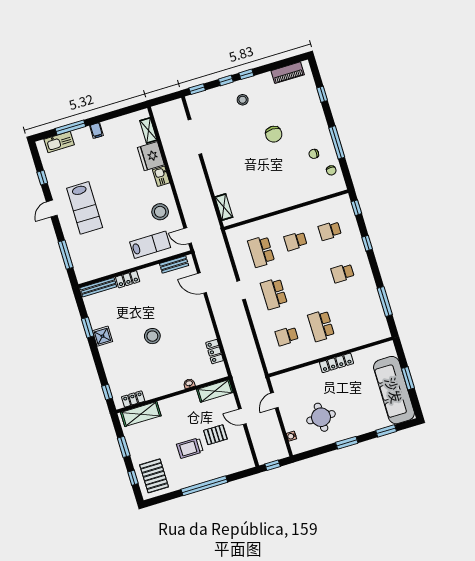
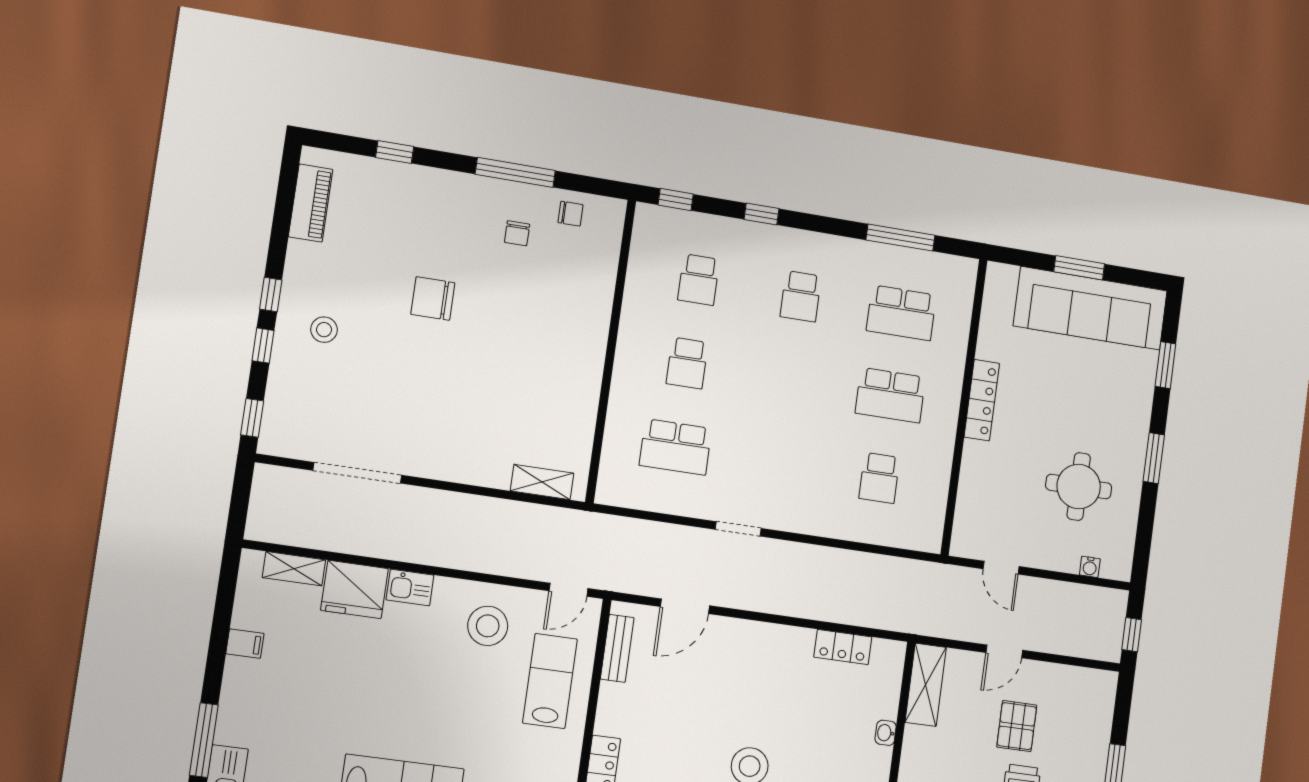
filing cabinet: (96, 130) -> (245, 644), moved
chair: (274, 134) -> (433, 299), turned 180
school desk: (274, 294) -> (901, 313), moved

